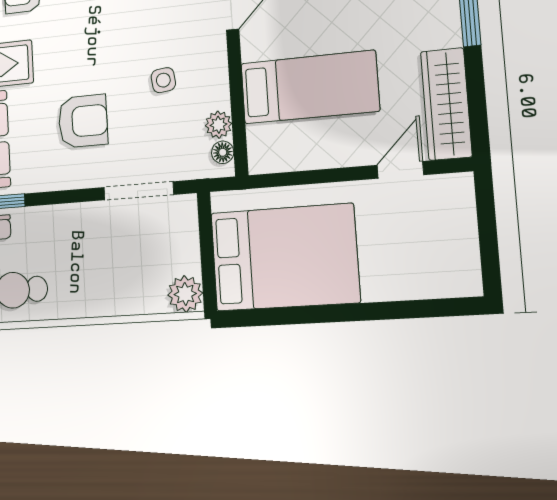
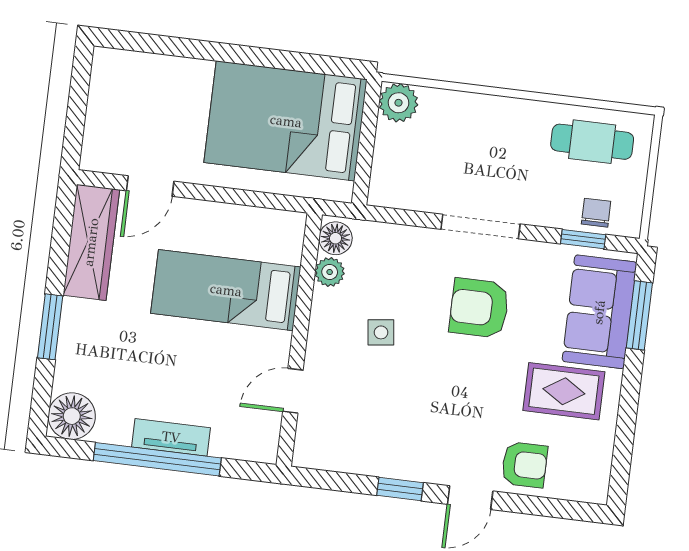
floor lamp: (223, 152) -> (336, 238), width x1.37, depth x1.37
doorway: (139, 191) -> (481, 227), moved

